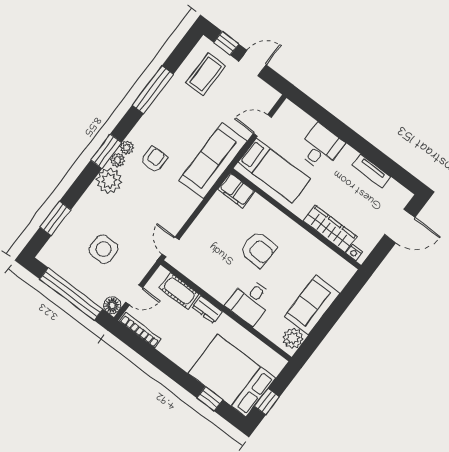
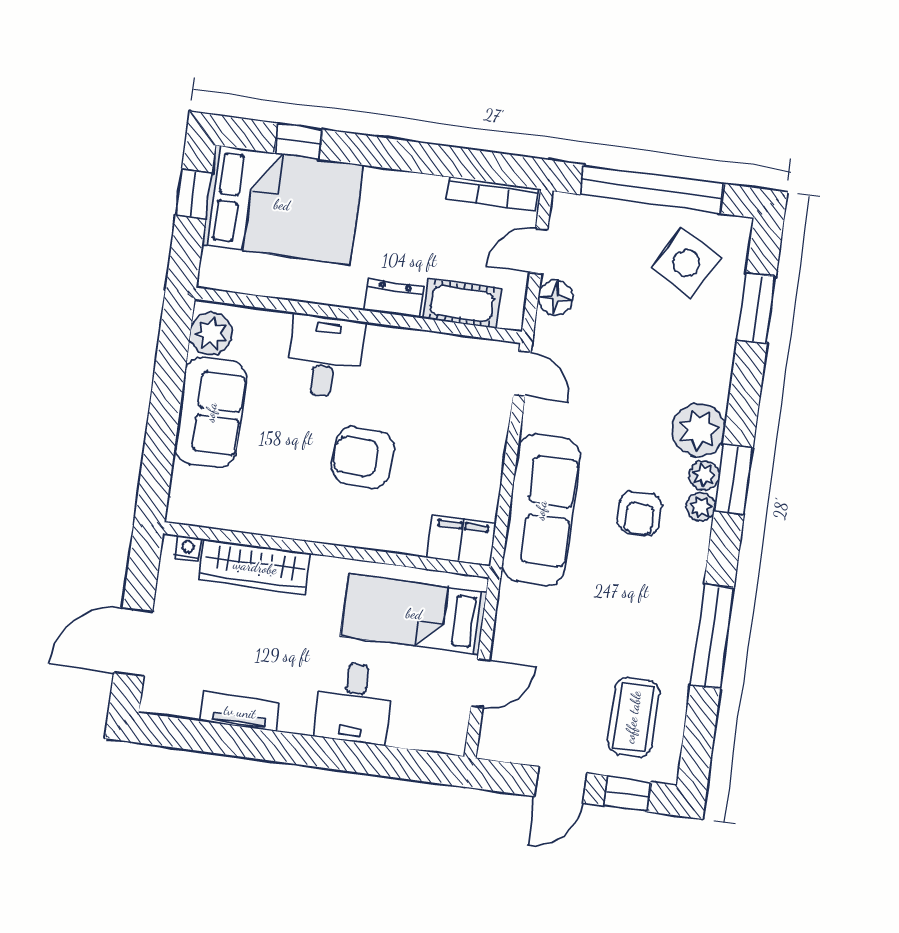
sofa: (213, 161) -> (541, 510), moved
side table: (104, 249) -> (686, 263), moved, turned 30
floor lamp: (112, 305) -> (555, 298), moved

